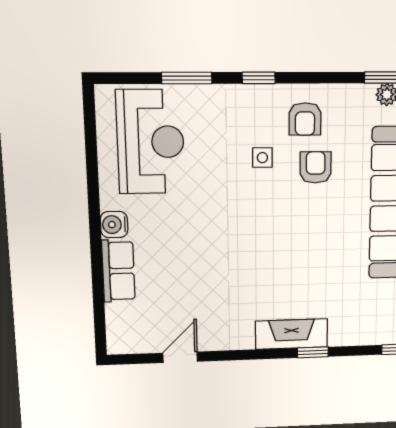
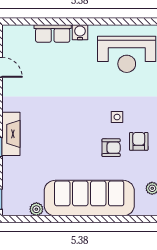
armchair: (305, 119) -> (139, 141), turned 90

